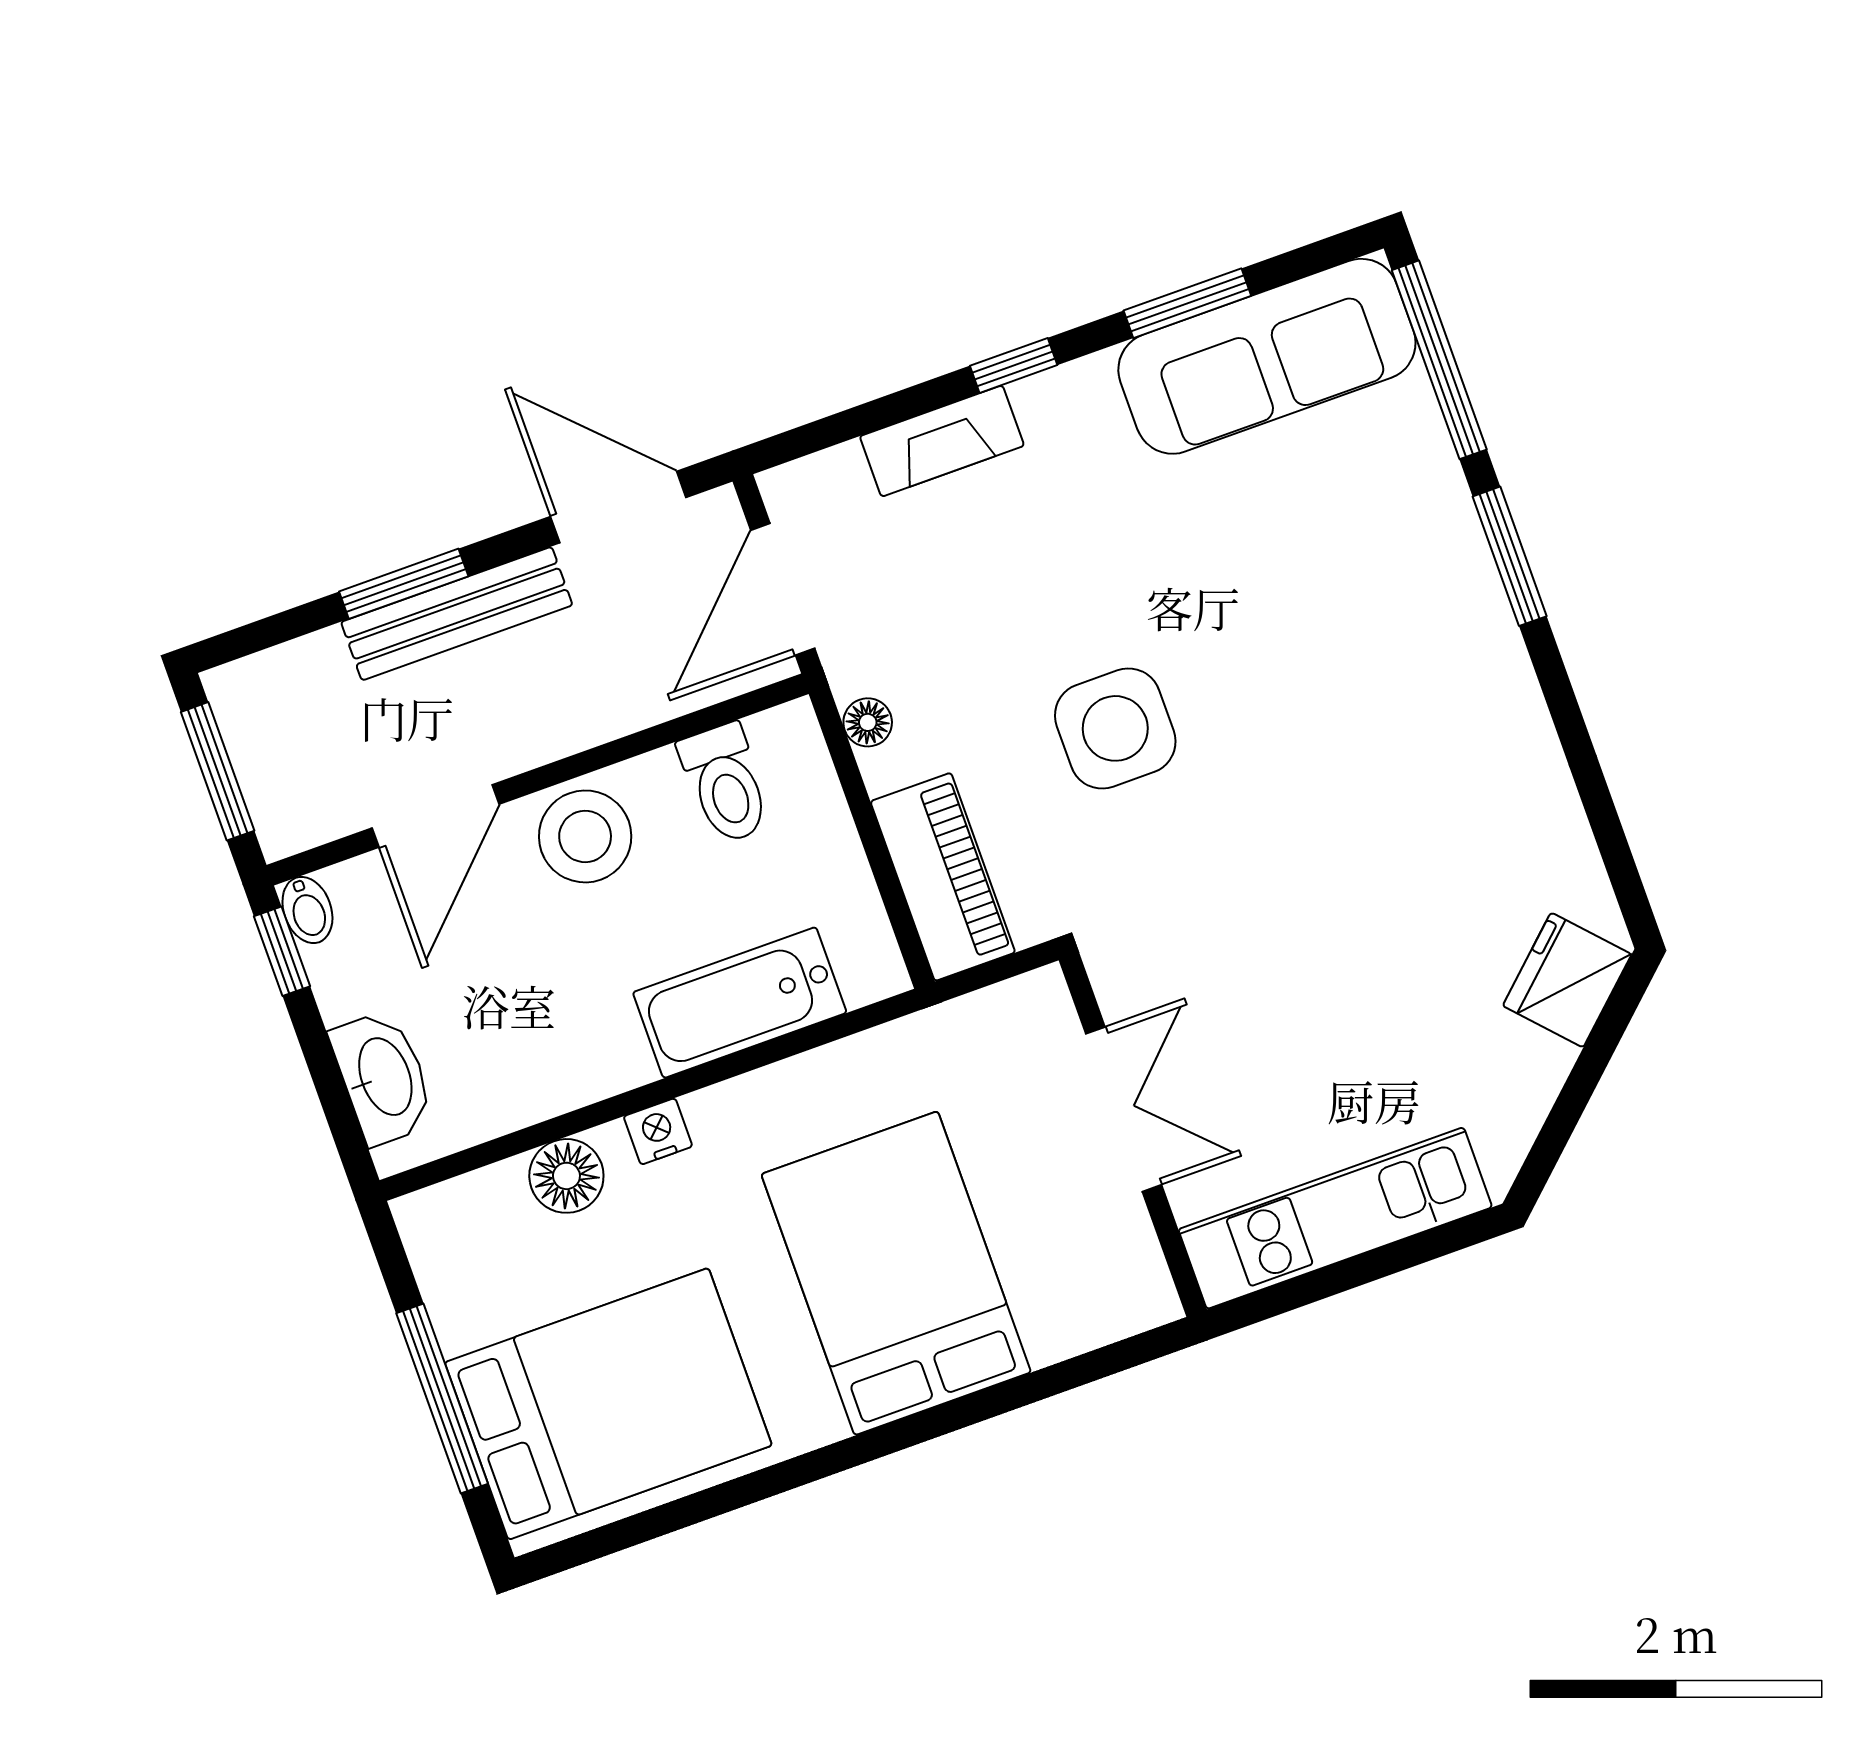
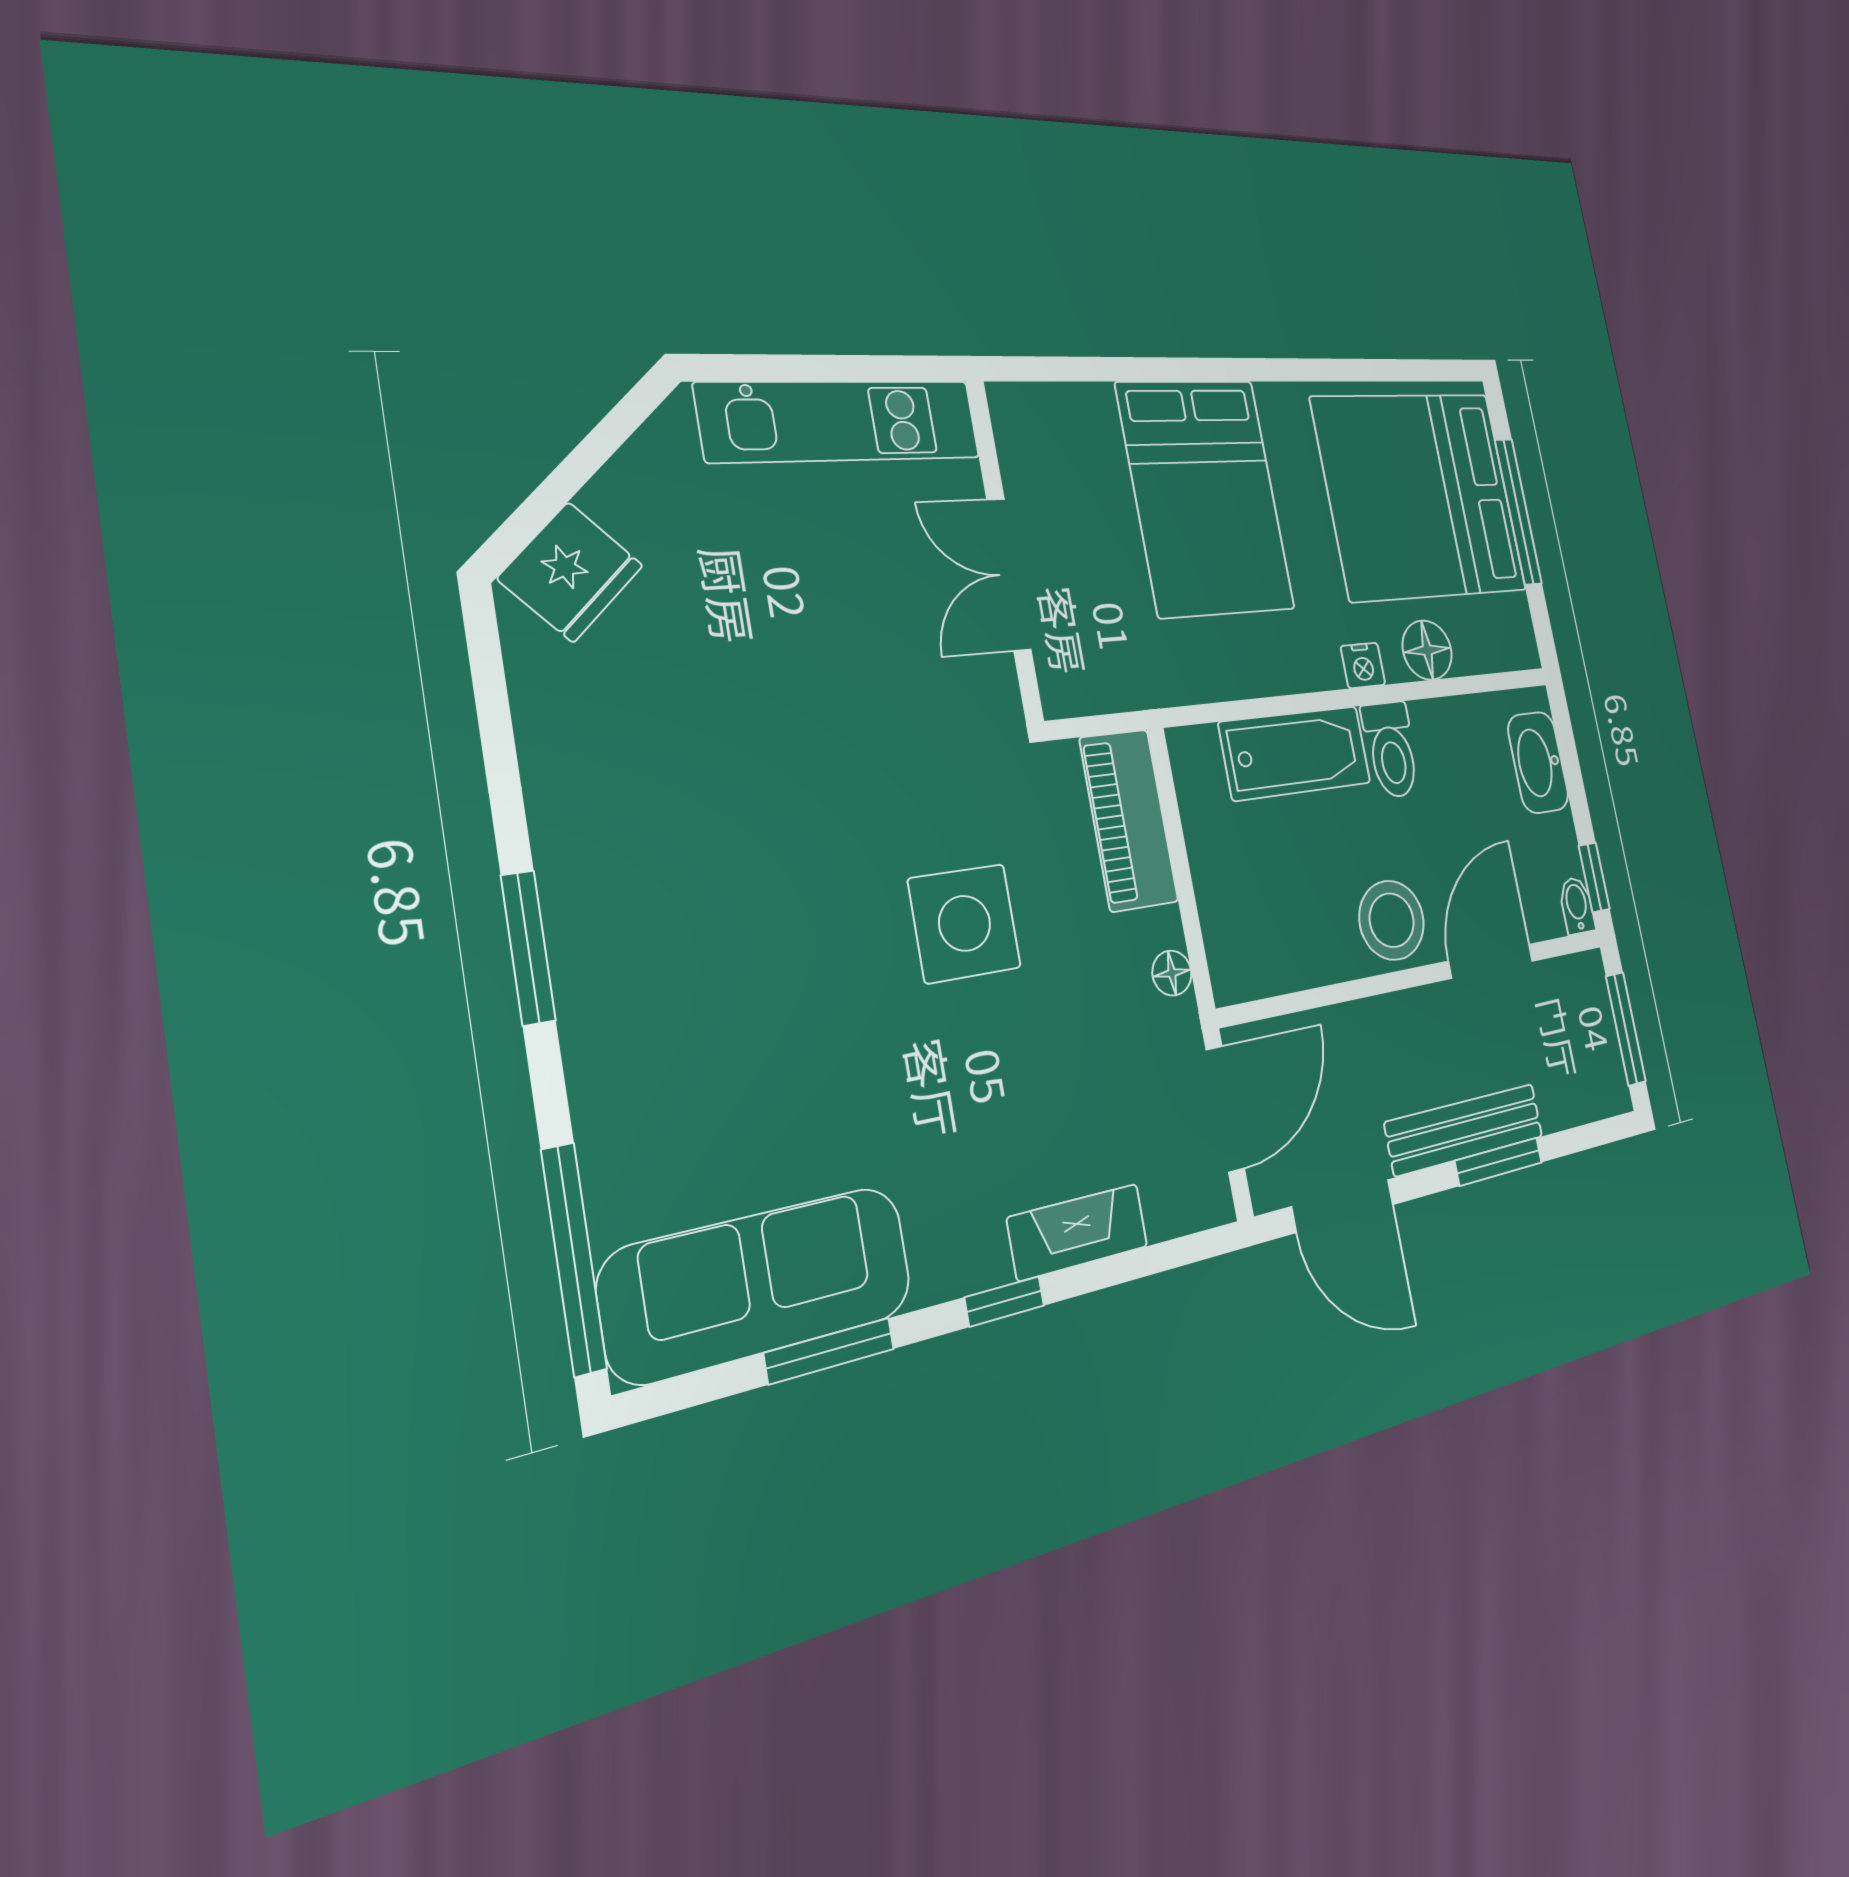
window: (1510, 556) -> (528, 948), moved
toilet: (725, 784) -> (1391, 750), moved, turned 180
bed: (608, 1404) -> (1420, 495), width x1.36

